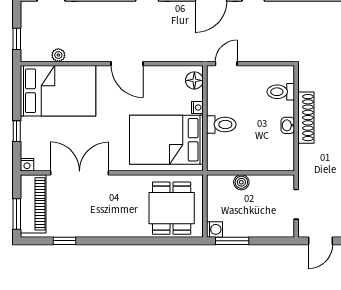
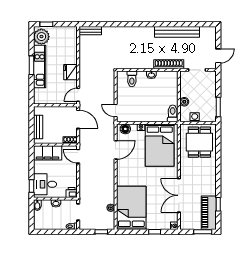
door: (127, 64) -> (116, 150), moved
shoe rack: (306, 118) -> (169, 64), moved
toilet: (221, 124) -> (173, 113), moved
piano: (33, 204) -> (209, 213), moved, turned -90
dining table: (172, 208) -> (199, 142), turned 90
washing machine: (215, 229) -> (195, 117), moved
door: (320, 241) -> (218, 56), hinge flipped

